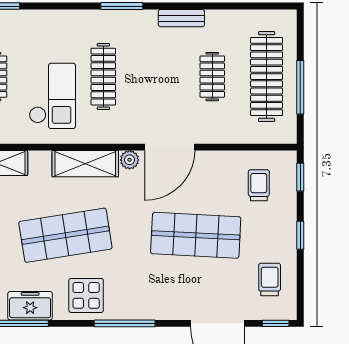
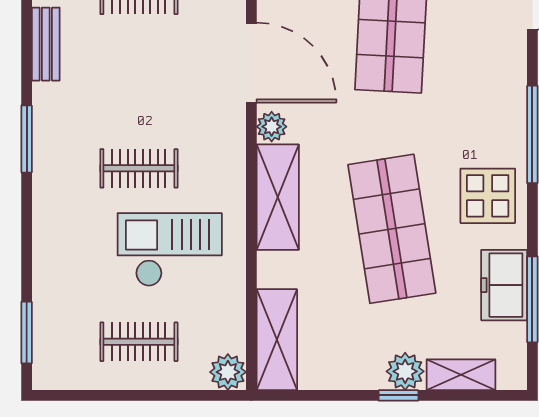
clothes rail: (103, 77) -> (139, 168), width x0.73

